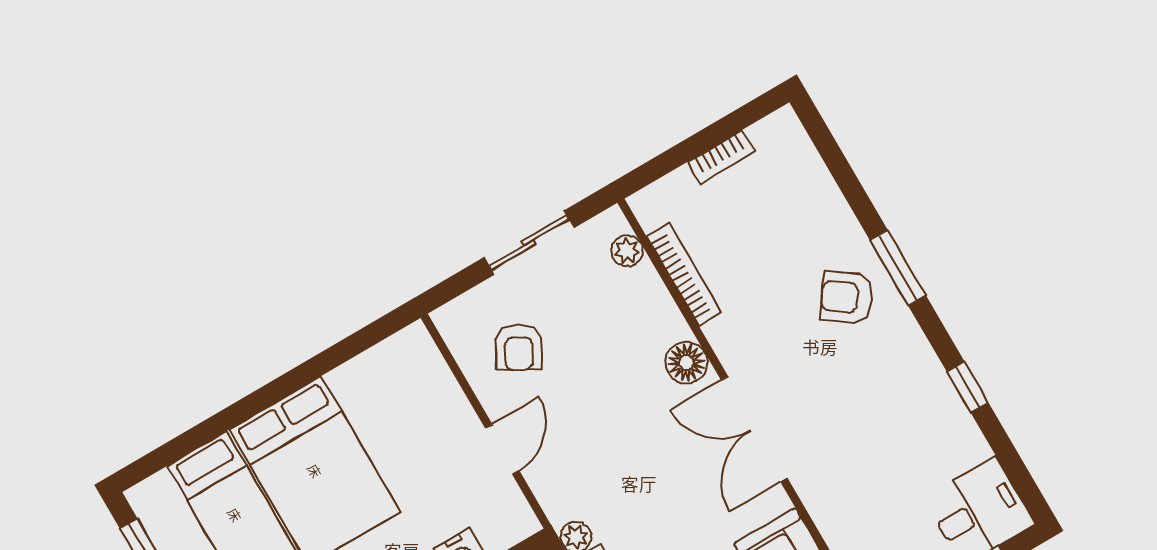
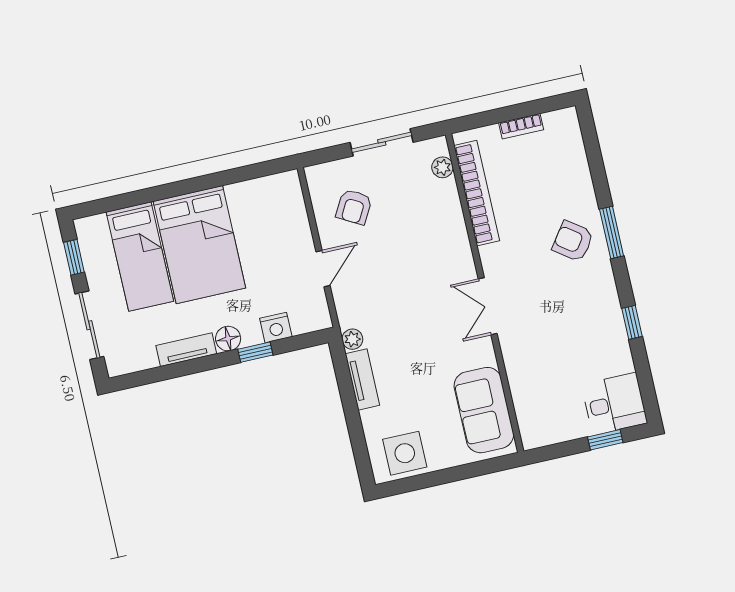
bookcase: (684, 274) -> (477, 193), width x1.48, depth x1.31
floor lamp: (686, 363) -> (458, 250), removed
double door: (754, 429) -> (488, 306), width x0.73

